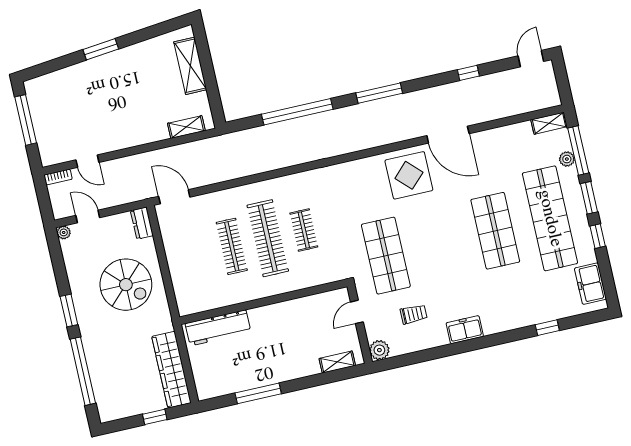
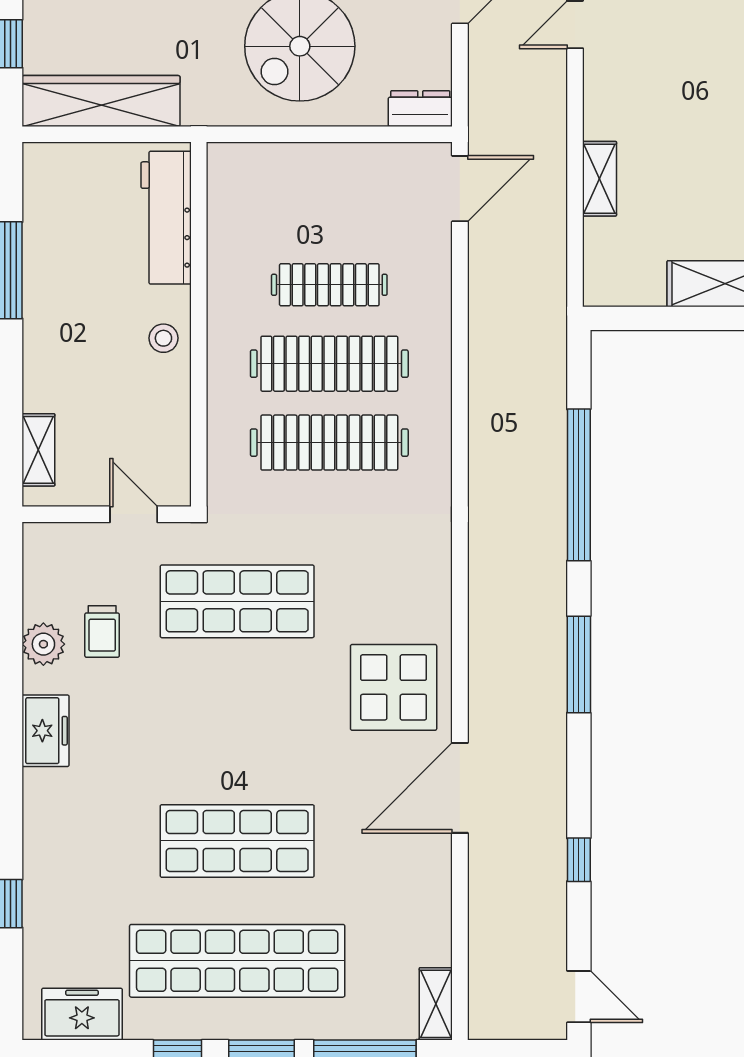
shelving: (186, 127) -> (600, 179), moved
plant: (567, 159) -> (353, 1024), removed
clothes rail: (304, 230) -> (329, 443), width x1.86, depth x1.31
stool: (273, 317) -> (163, 338), added
plant: (379, 350) -> (43, 644), moved

